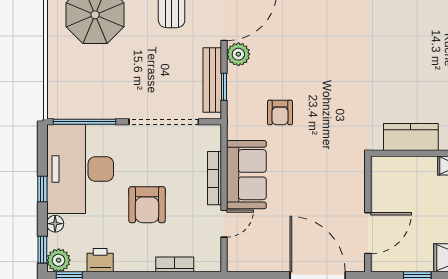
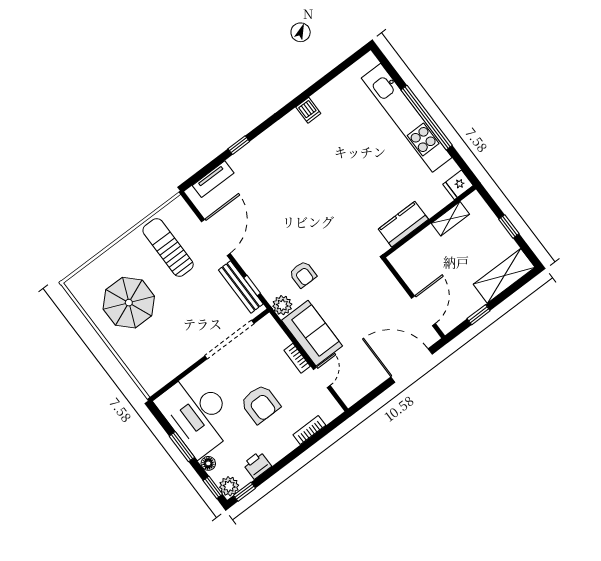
plant: (238, 54) -> (282, 305), moved
window: (85, 122) -> (176, 380), removed
bookcase: (214, 178) -> (297, 358), width x0.64
window: (42, 189) -> (182, 447), width x1.50

